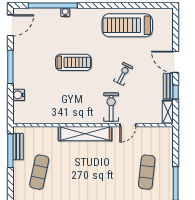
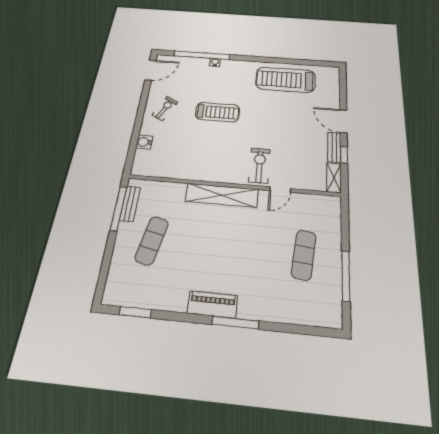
window: (10, 67) -> (141, 111), removed
exercise bike: (123, 74) -> (165, 109), moved

